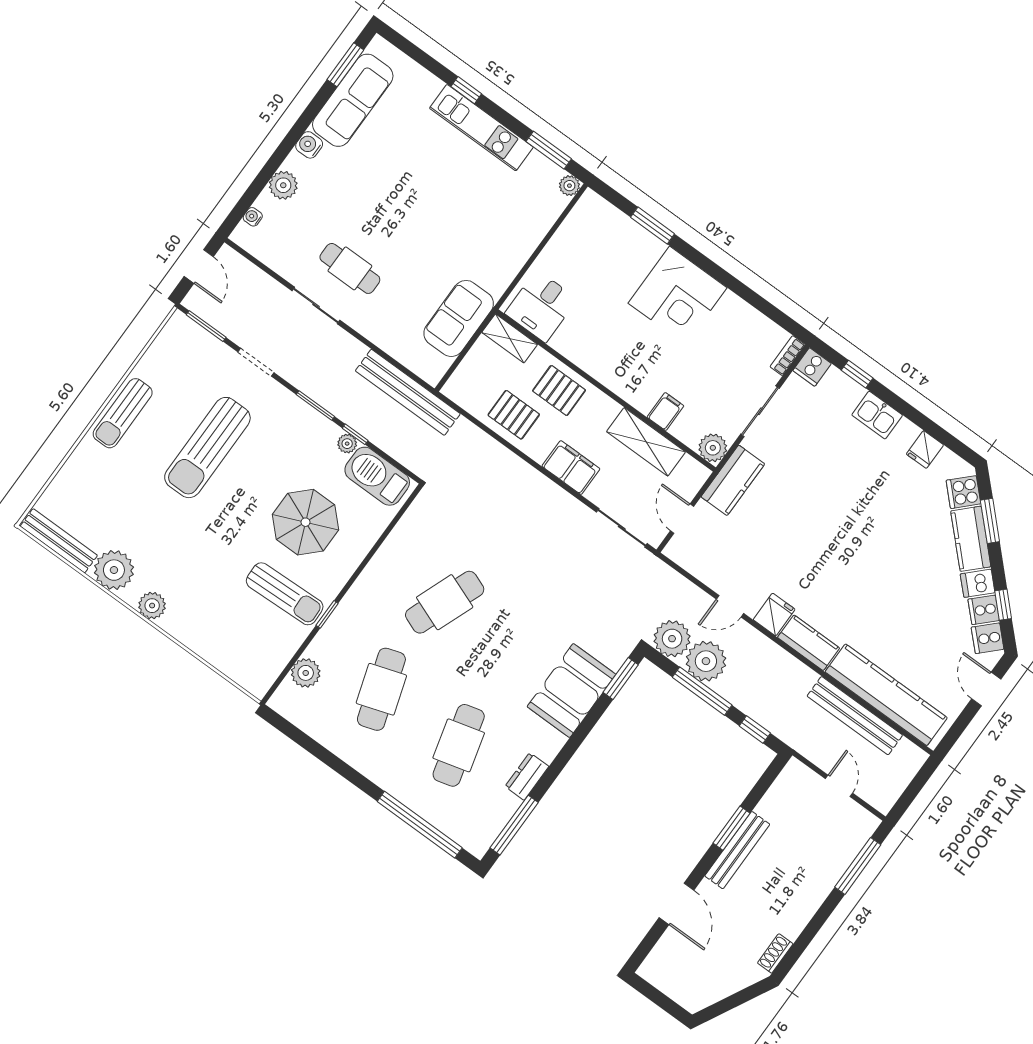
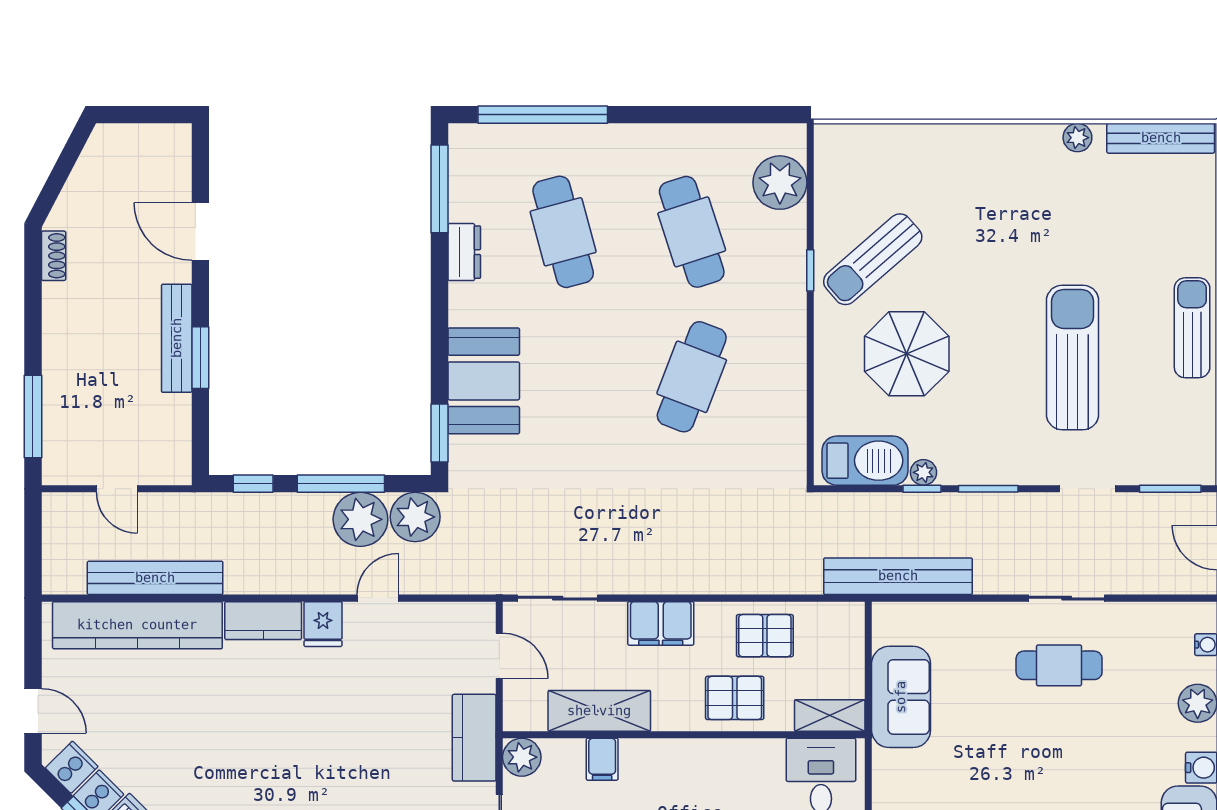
plant: (114, 570) -> (1077, 138), width x0.53, depth x0.53
sun lounger: (285, 594) -> (873, 259), turned -39
plant: (152, 606) -> (1008, 142), removed
plant: (306, 673) -> (780, 183), width x1.36, depth x1.36

